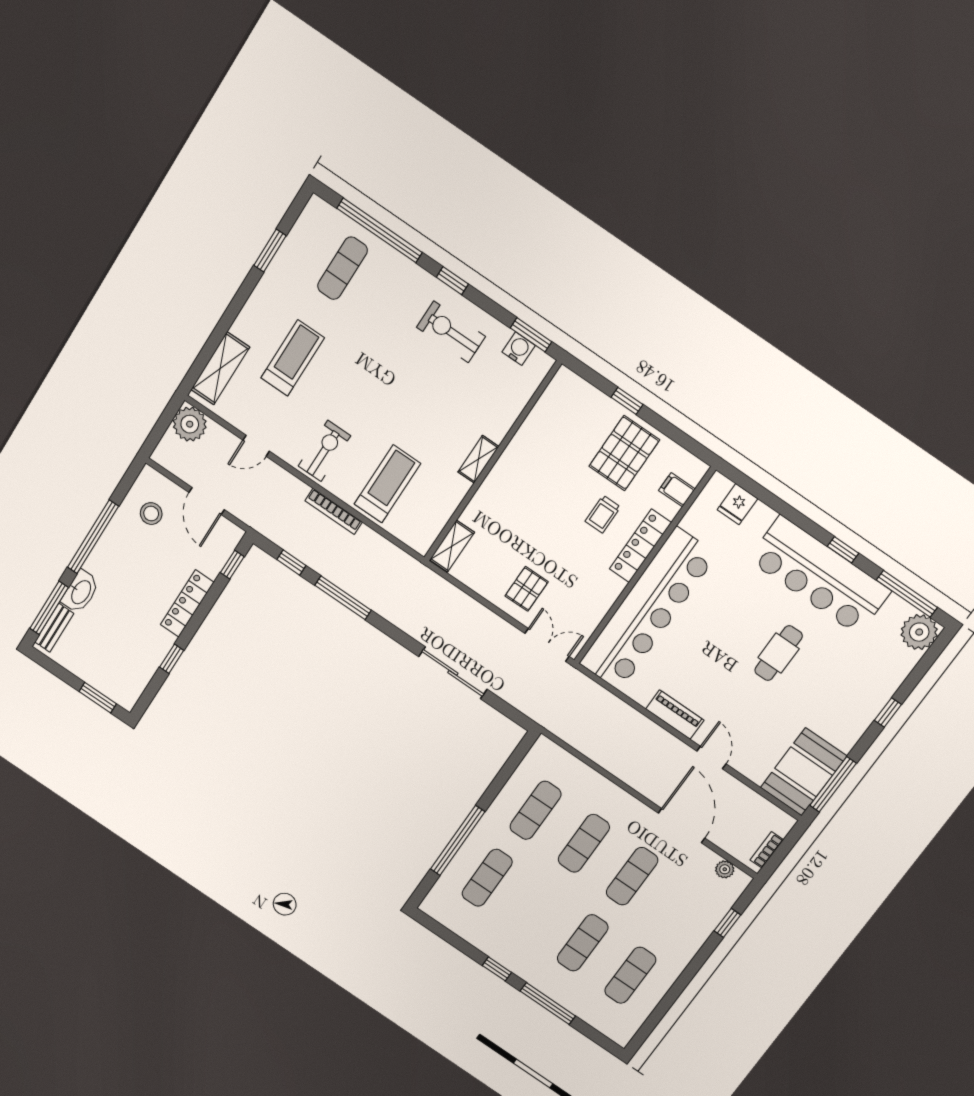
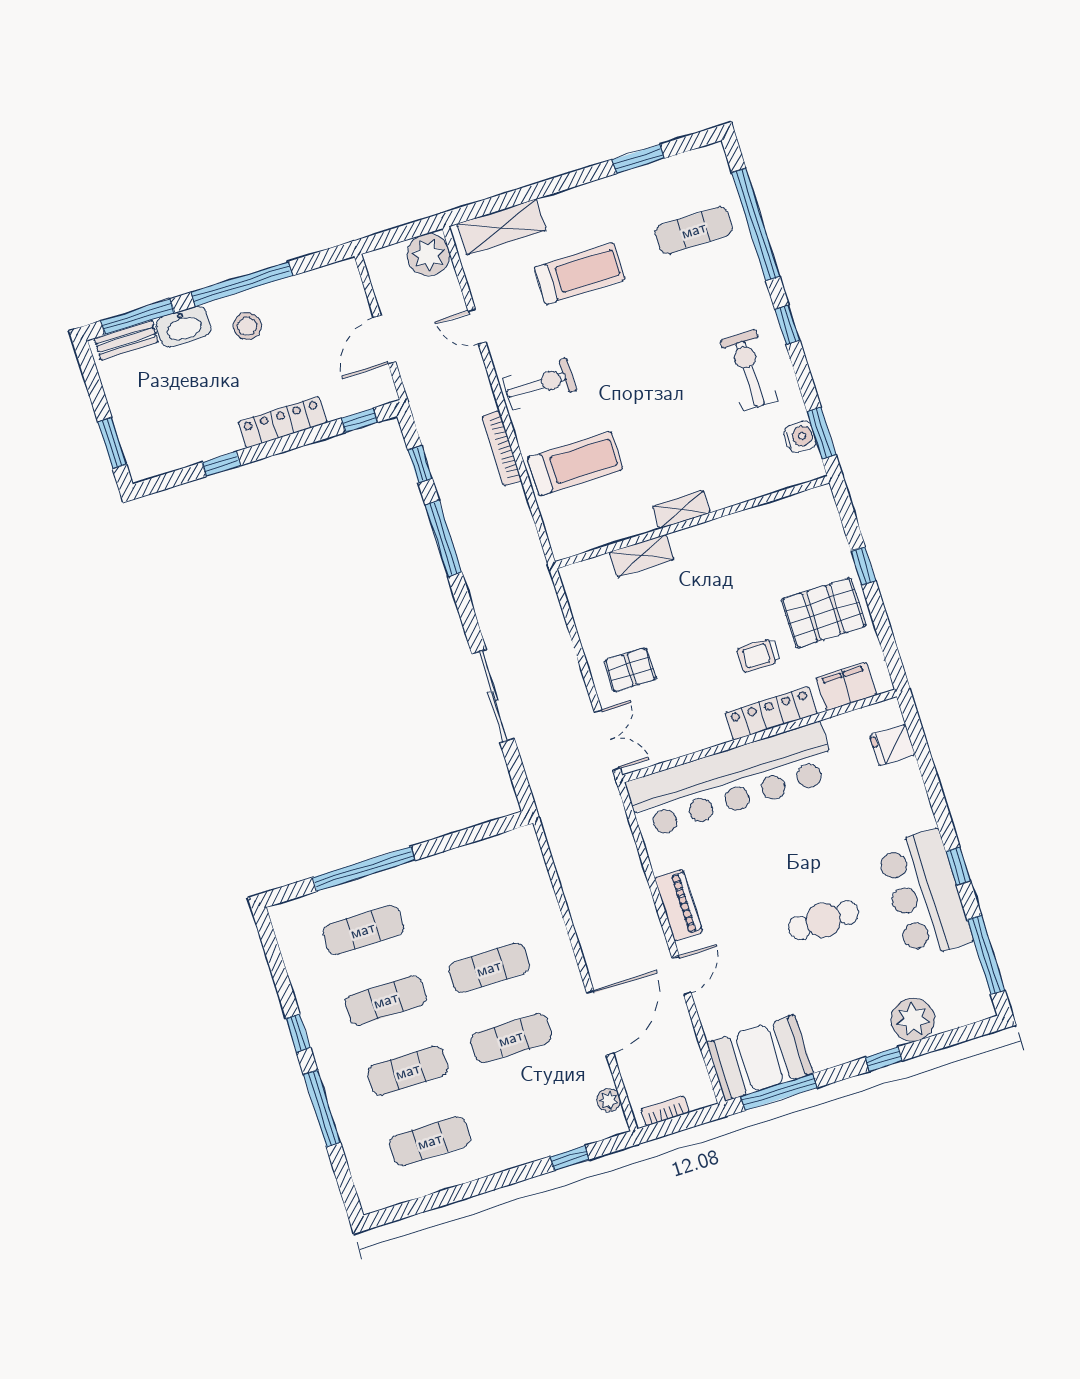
filing cabinet: (677, 490) -> (846, 687), width x2.00
stool: (151, 514) -> (247, 326), moved
shelving: (452, 546) -> (642, 556), moved
bar counter: (819, 575) -> (924, 894), width x0.73
plant: (919, 632) -> (913, 1020), moved
exercise mat: (536, 810) -> (386, 1000), moved

